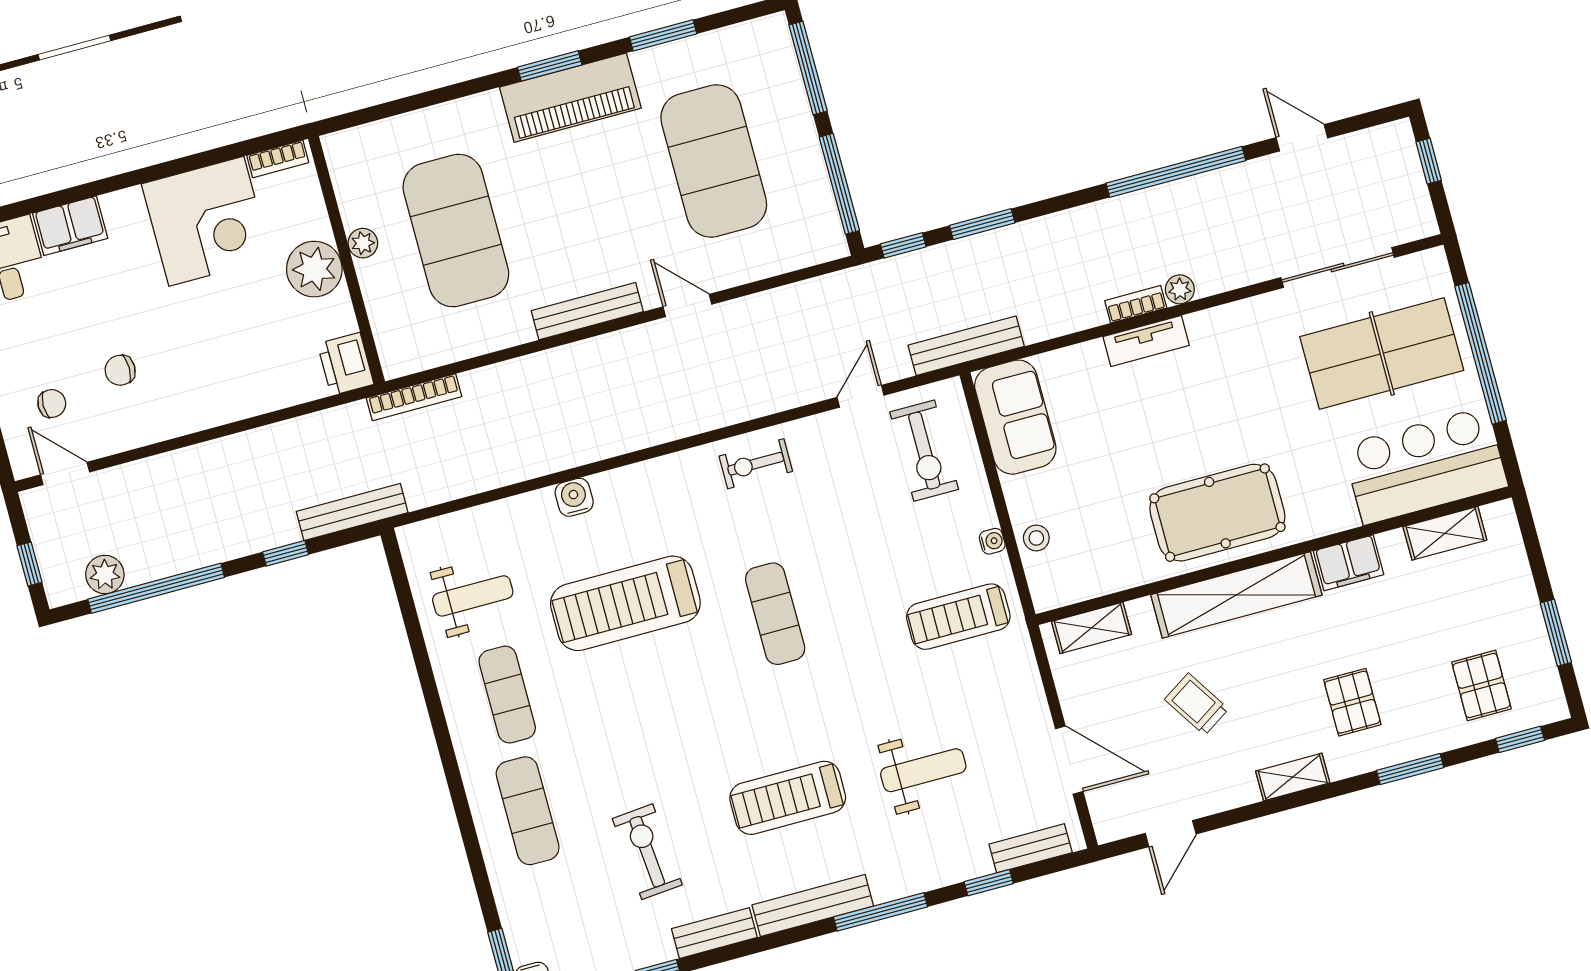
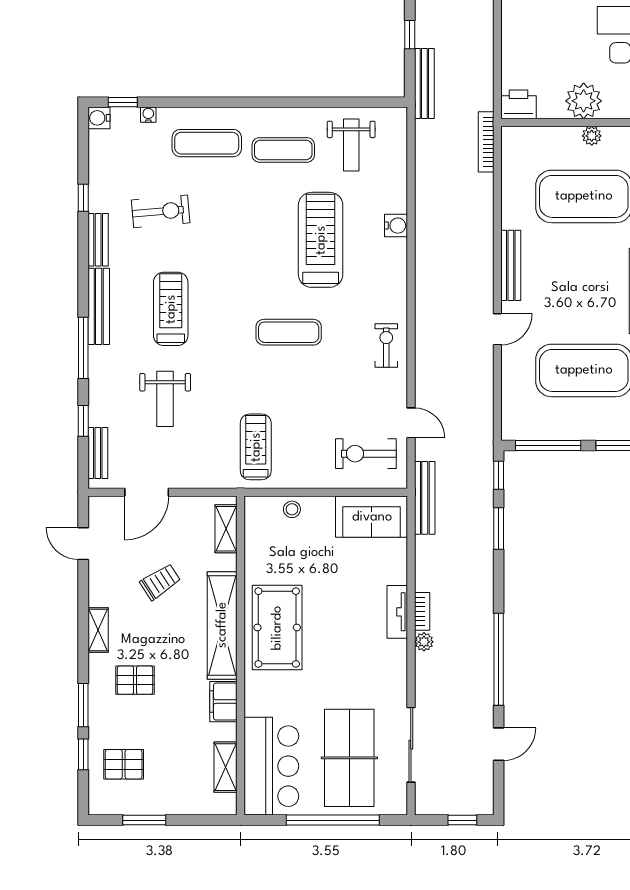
water cooler: (992, 541) -> (148, 115), moved, turned 180
window: (1520, 739) -> (83, 754), moved

